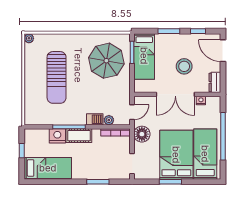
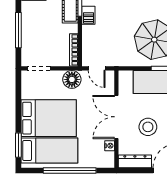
dresser: (215, 82) -> (135, 161), width x1.44
barbecue: (95, 119) -> (88, 15), moved
plant: (109, 120) -> (88, 42), removed
window: (98, 182) -> (18, 30), width x1.44
window: (170, 182) -> (18, 145), moved

